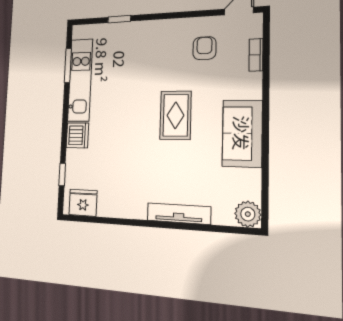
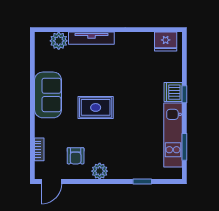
plant: (173, 29) -> (100, 171), added
rug: (176, 115) -> (96, 107), turned 90
window: (62, 175) -> (184, 94), moved
plant: (248, 214) -> (59, 41), moved

